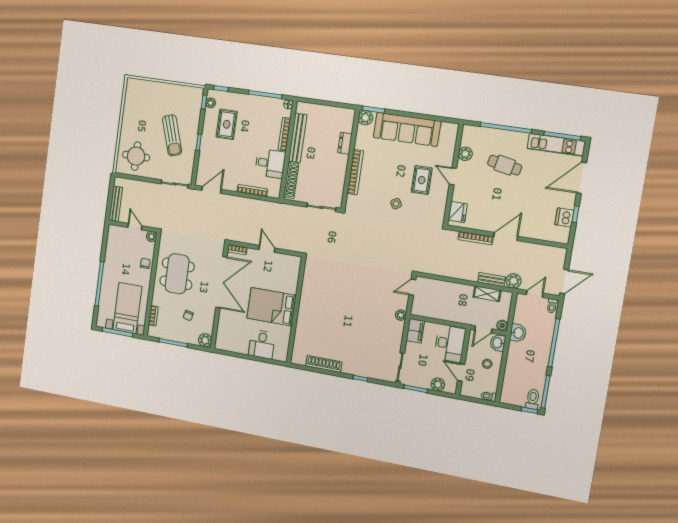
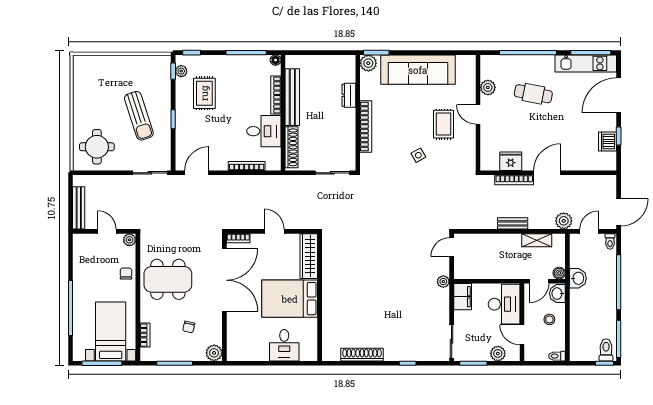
fridge: (458, 212) -> (511, 161), moved, turned -90
dining table: (177, 274) -> (168, 279), turned 90
wardrobe: (292, 274) -> (309, 256), added
bench: (491, 280) -> (513, 223), moved

